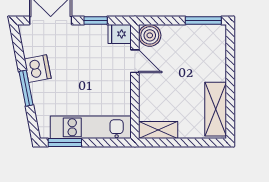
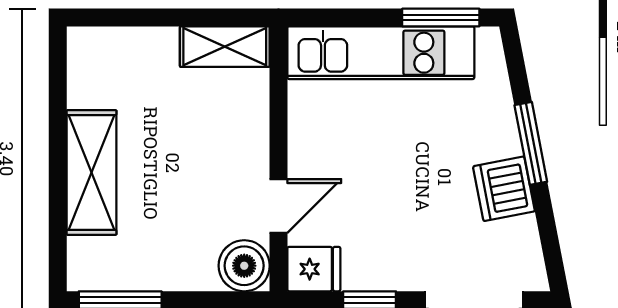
door: (135, 61) -> (279, 206), swing flipped
shelving: (216, 109) -> (92, 172), moved

